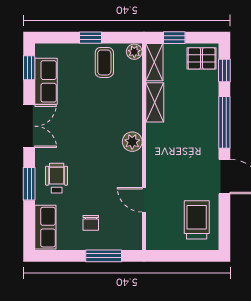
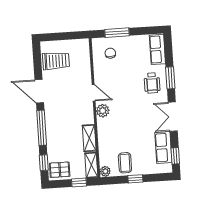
door: (144, 200) -> (94, 93), moved
trolley: (197, 220) -> (56, 61), turned -90
chair: (91, 223) -> (110, 53), moved

